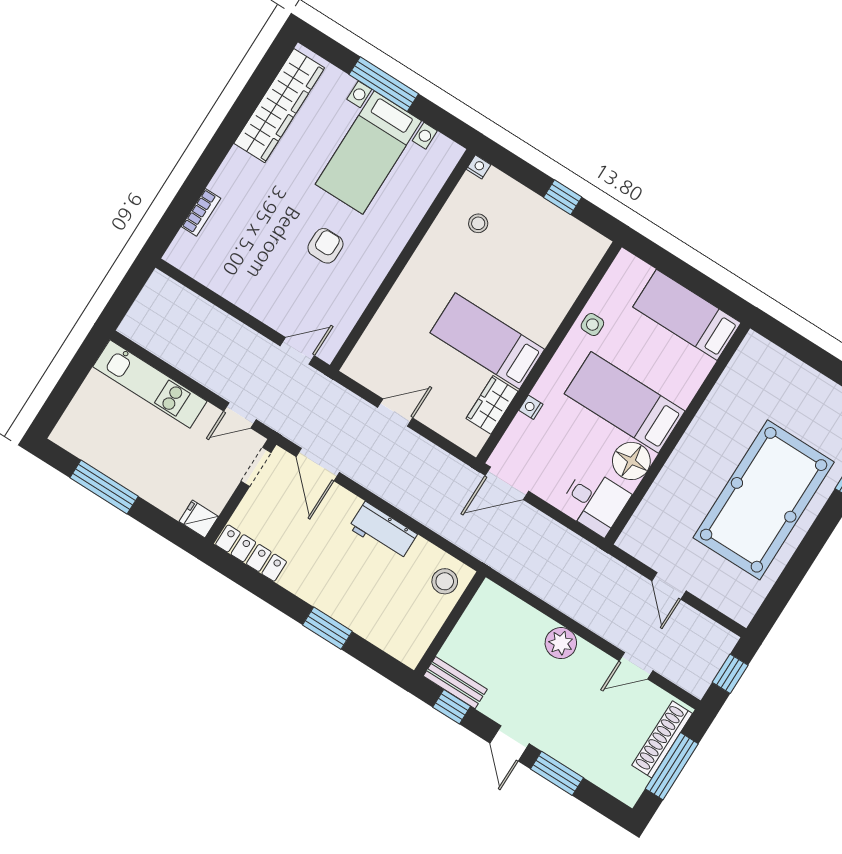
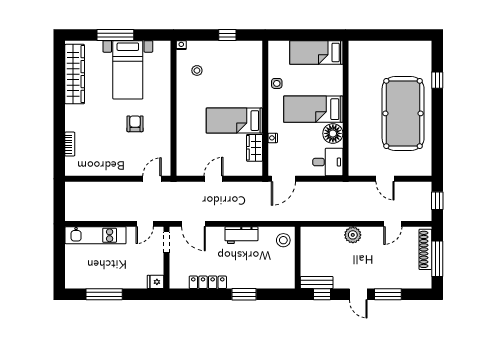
locker: (251, 553) -> (208, 282), moved

